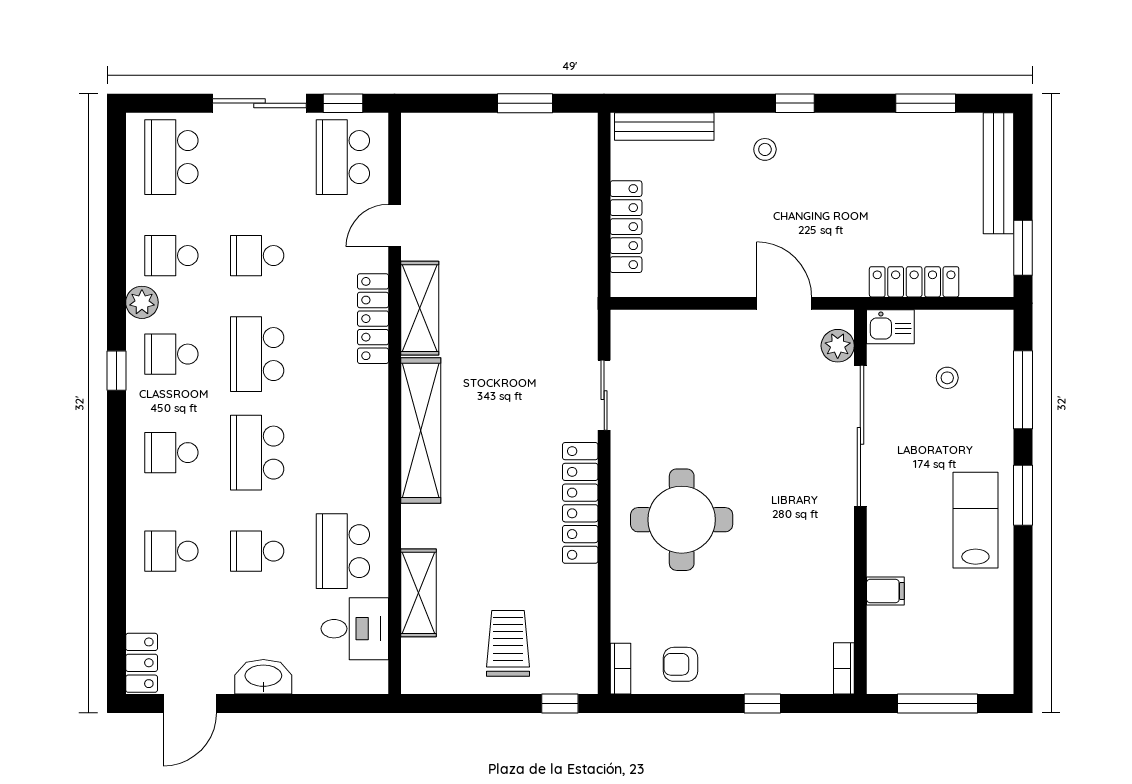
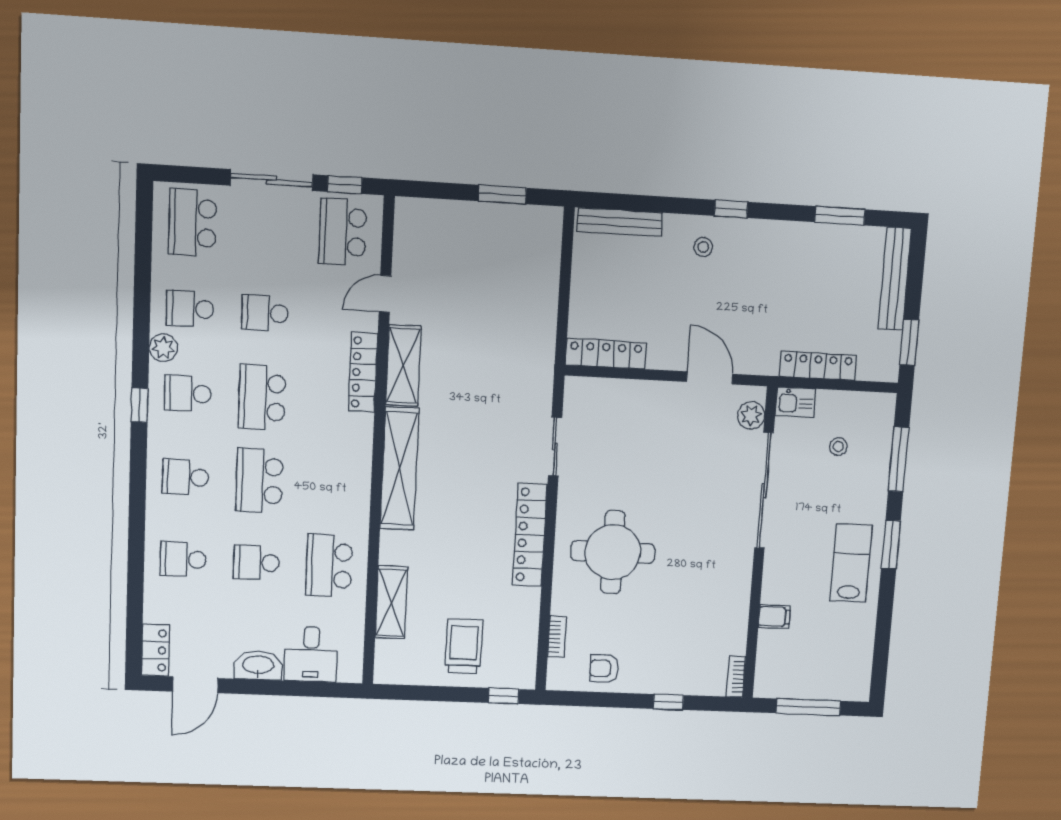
locker: (626, 227) -> (606, 354), moved, turned -90
desk: (355, 629) -> (311, 654), moved, turned 90
bookcase: (621, 669) -> (557, 637), moved

